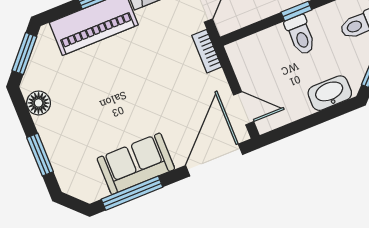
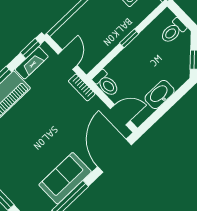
toilet: (300, 35) -> (106, 83), moved
washbasin: (330, 93) -> (160, 95), moved

